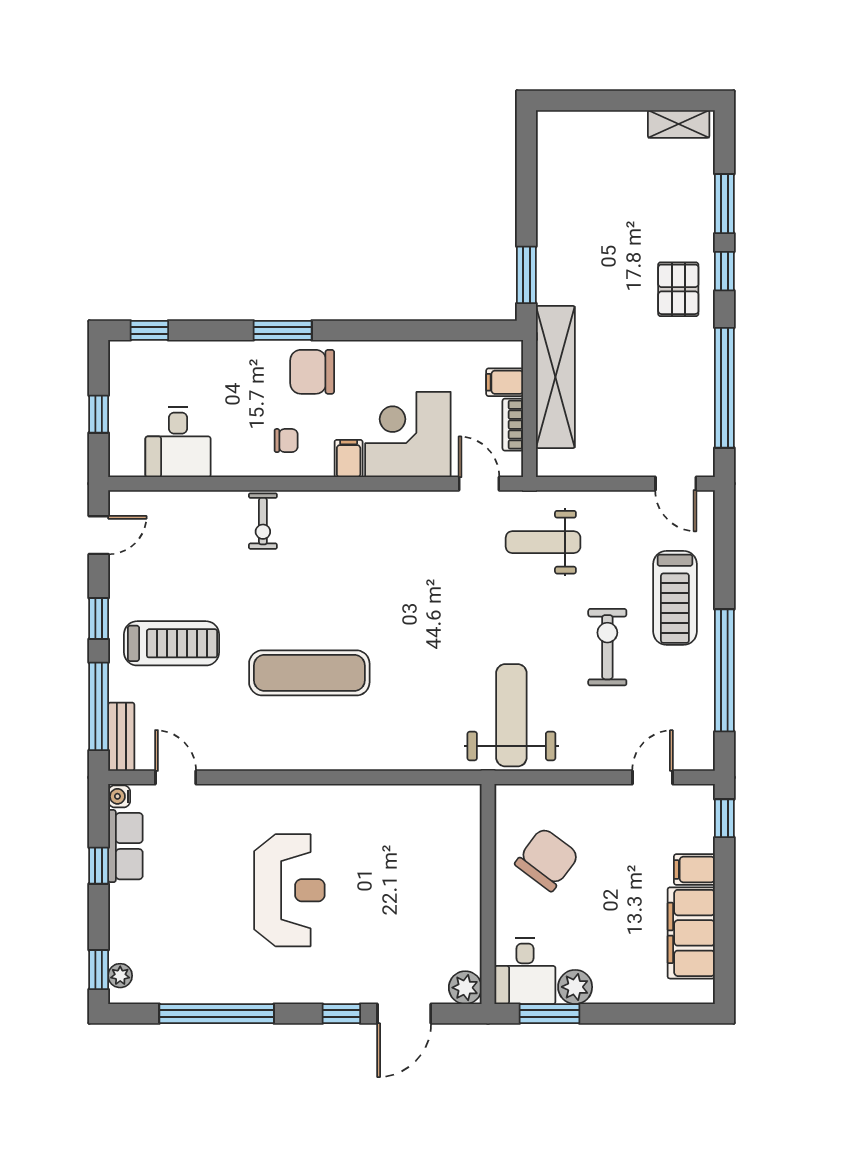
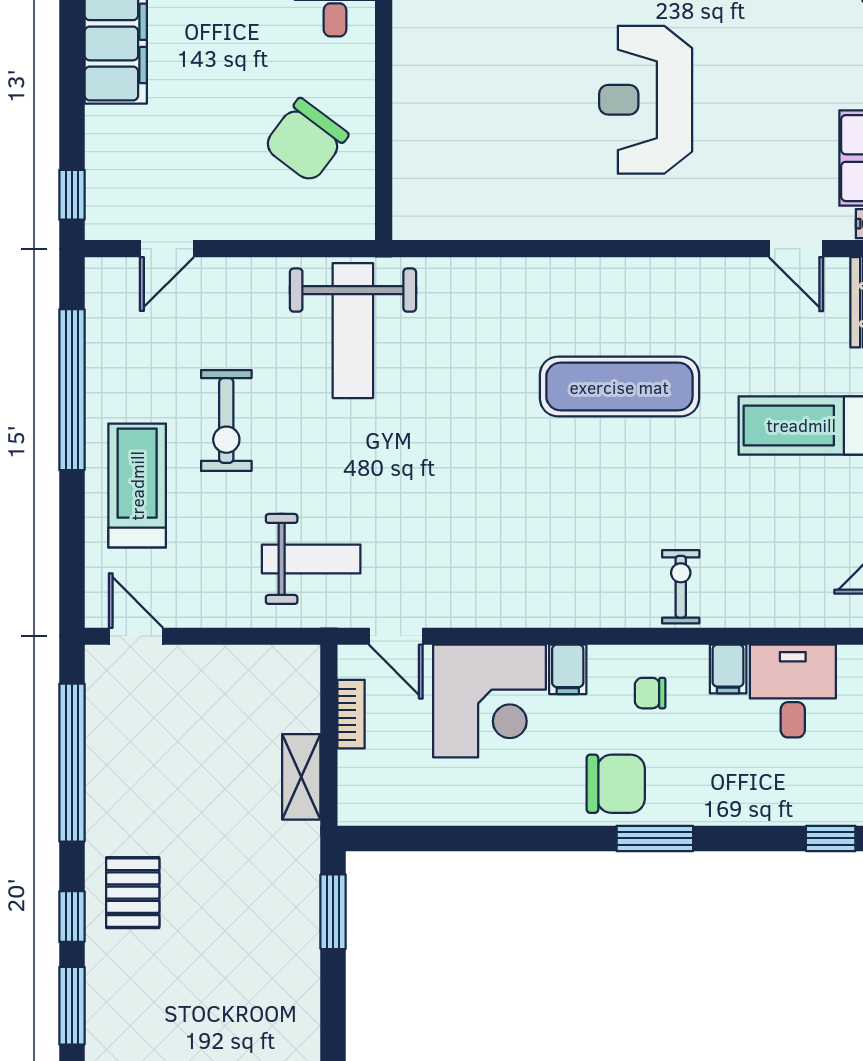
shelving: (555, 377) -> (301, 777), width x0.45, depth x0.75
filing cabinet: (505, 382) -> (728, 669), moved, turned 90
filing cabinet: (694, 869) -> (112, 127), removed

